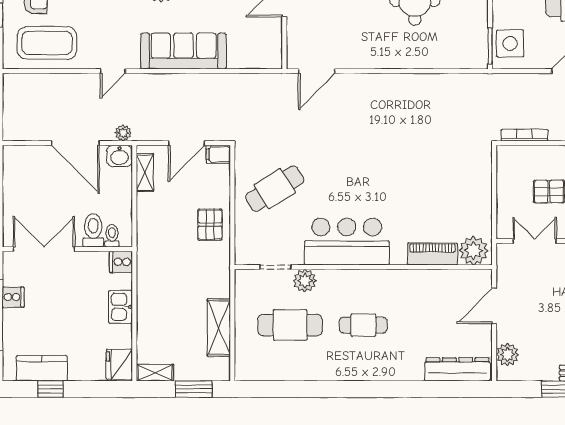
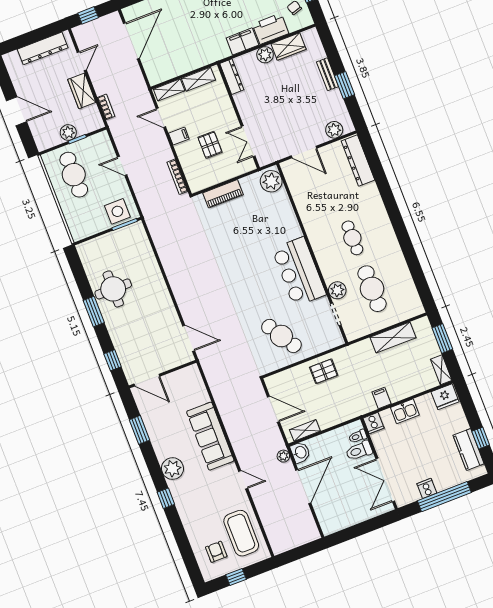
filing cabinet: (218, 154) -> (382, 398), moved, turned 180
piano: (433, 254) -> (223, 194), moved, turned -90

